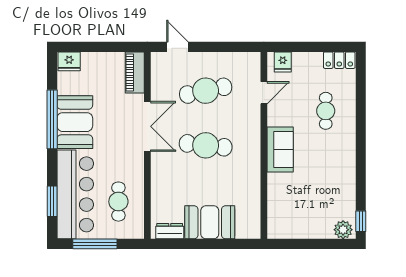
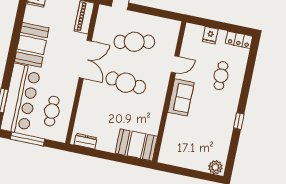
fridge: (283, 62) -> (210, 35), moved
door: (264, 93) -> (175, 64), moved
window: (52, 119) -> (15, 39), removed
window: (361, 221) -> (239, 121), moved
booth: (210, 222) -> (136, 145), moved

